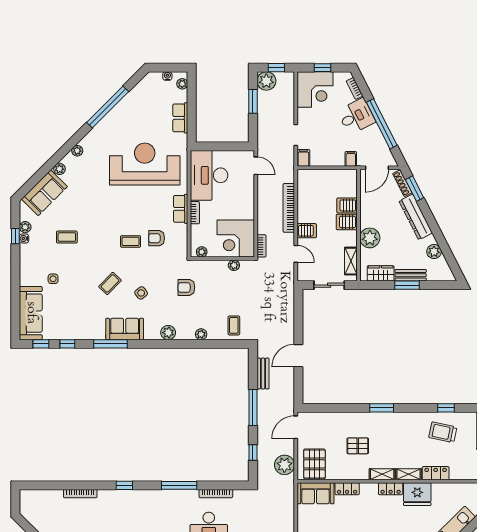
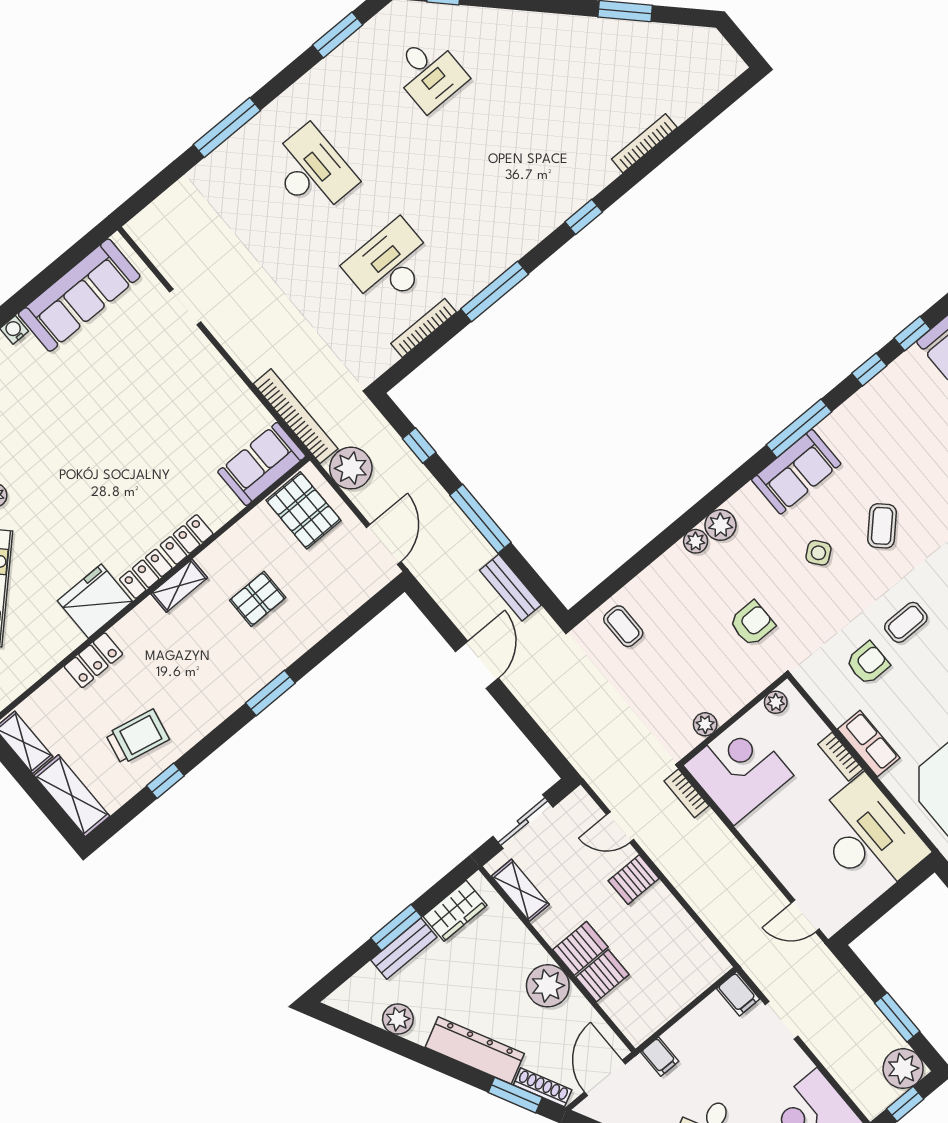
bookcase: (289, 208) -> (296, 416), moved
plant: (370, 238) -> (548, 986), moved
plant: (201, 334) -> (696, 541), moved
shelving: (408, 474) -> (136, 622), removed
locker: (347, 489) -> (187, 539), moved

